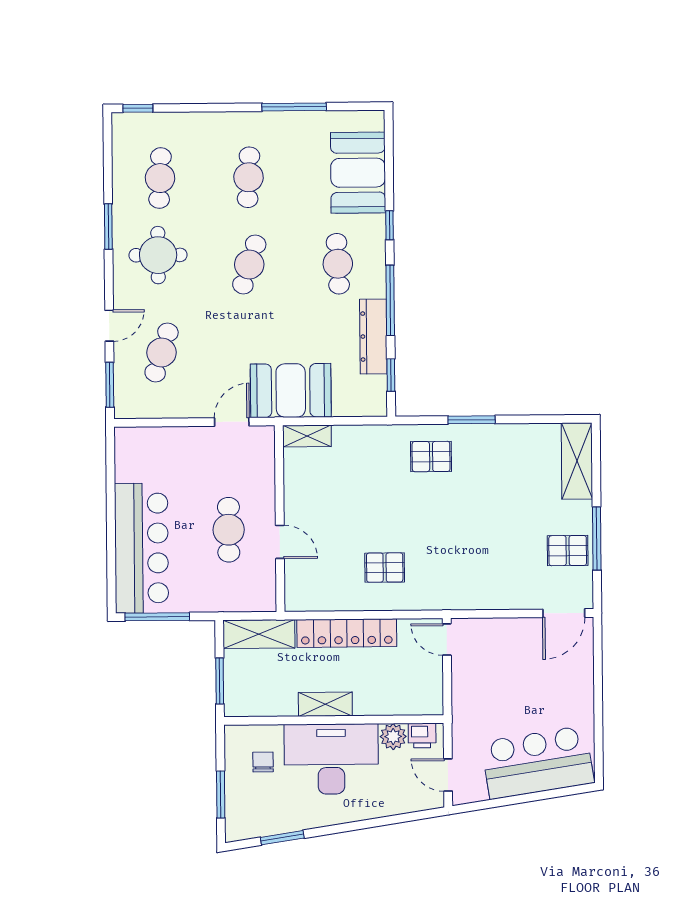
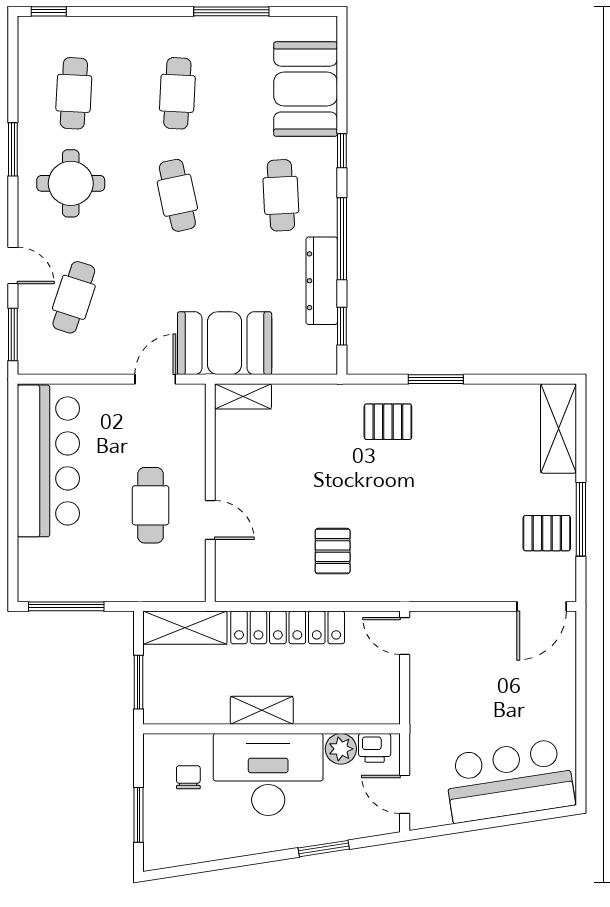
cafe table: (249, 265) -> (177, 195), turned -30
door: (109, 326) -> (13, 265), hinge flipped
bar counter: (141, 548) -> (48, 461), moved
pallet: (385, 568) -> (333, 551), turned 90
window: (282, 838) -> (324, 849), moved

